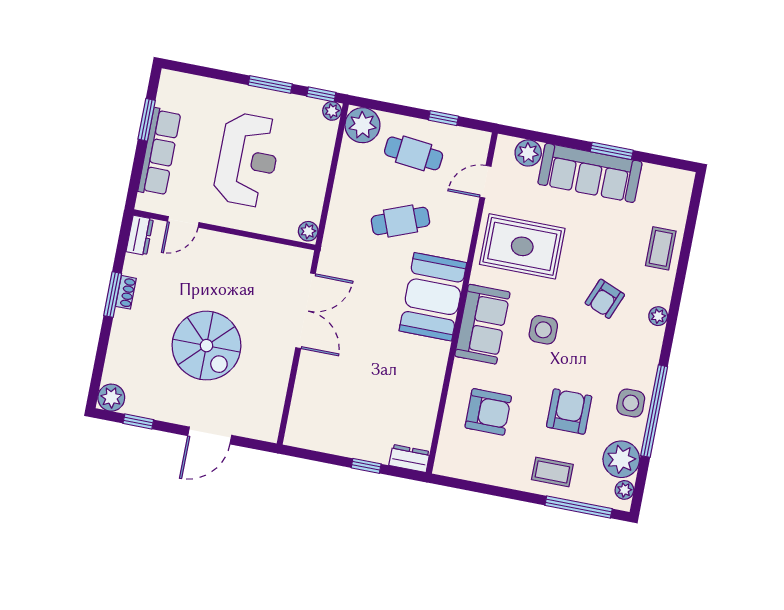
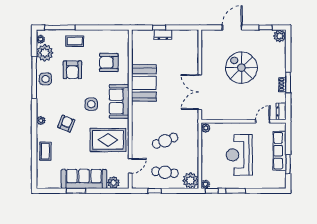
booth: (433, 297) -> (144, 83), moved
dresser: (409, 458) -> (163, 35), moved

